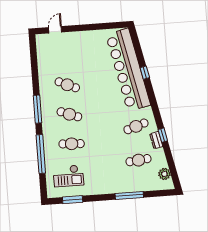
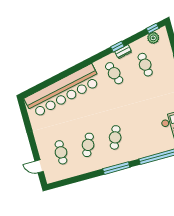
window: (145, 73) -> (153, 28), moved
cafe table: (72, 144) -> (61, 152), moved

